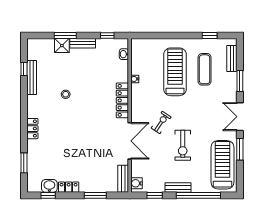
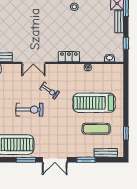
treadmill: (175, 72) -> (94, 103), turned 180
locker: (122, 100) -> (69, 57), width x0.66
double door: (240, 117) -> (55, 160), swing flipped
double door: (130, 141) -> (33, 63), width x0.73
exercise bike: (183, 145) -> (29, 110), turned 180

